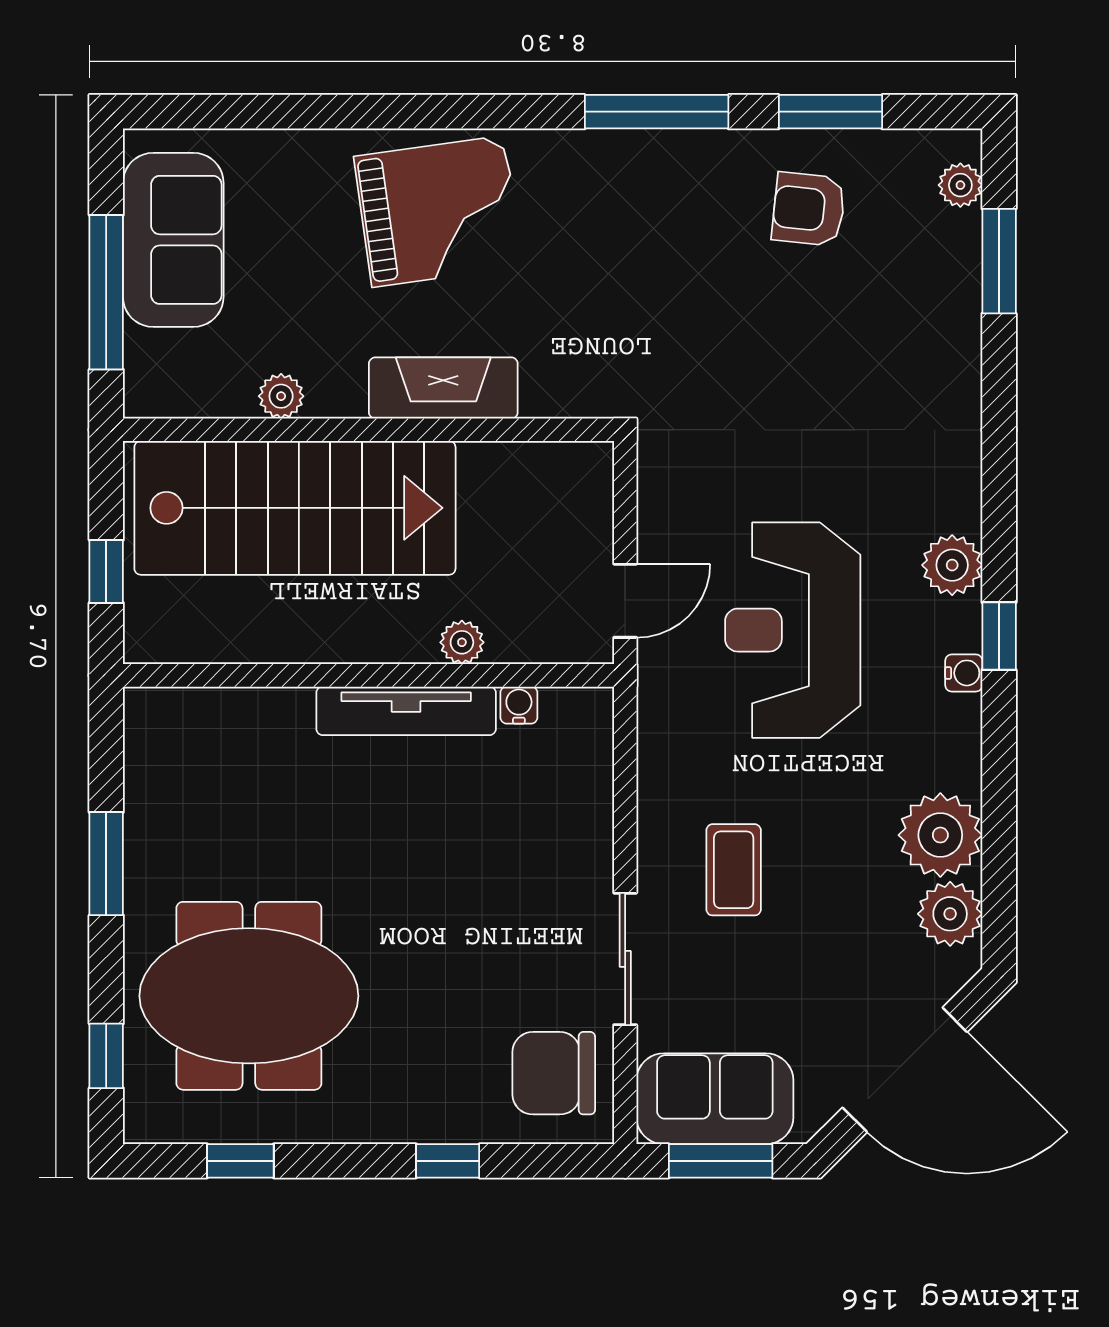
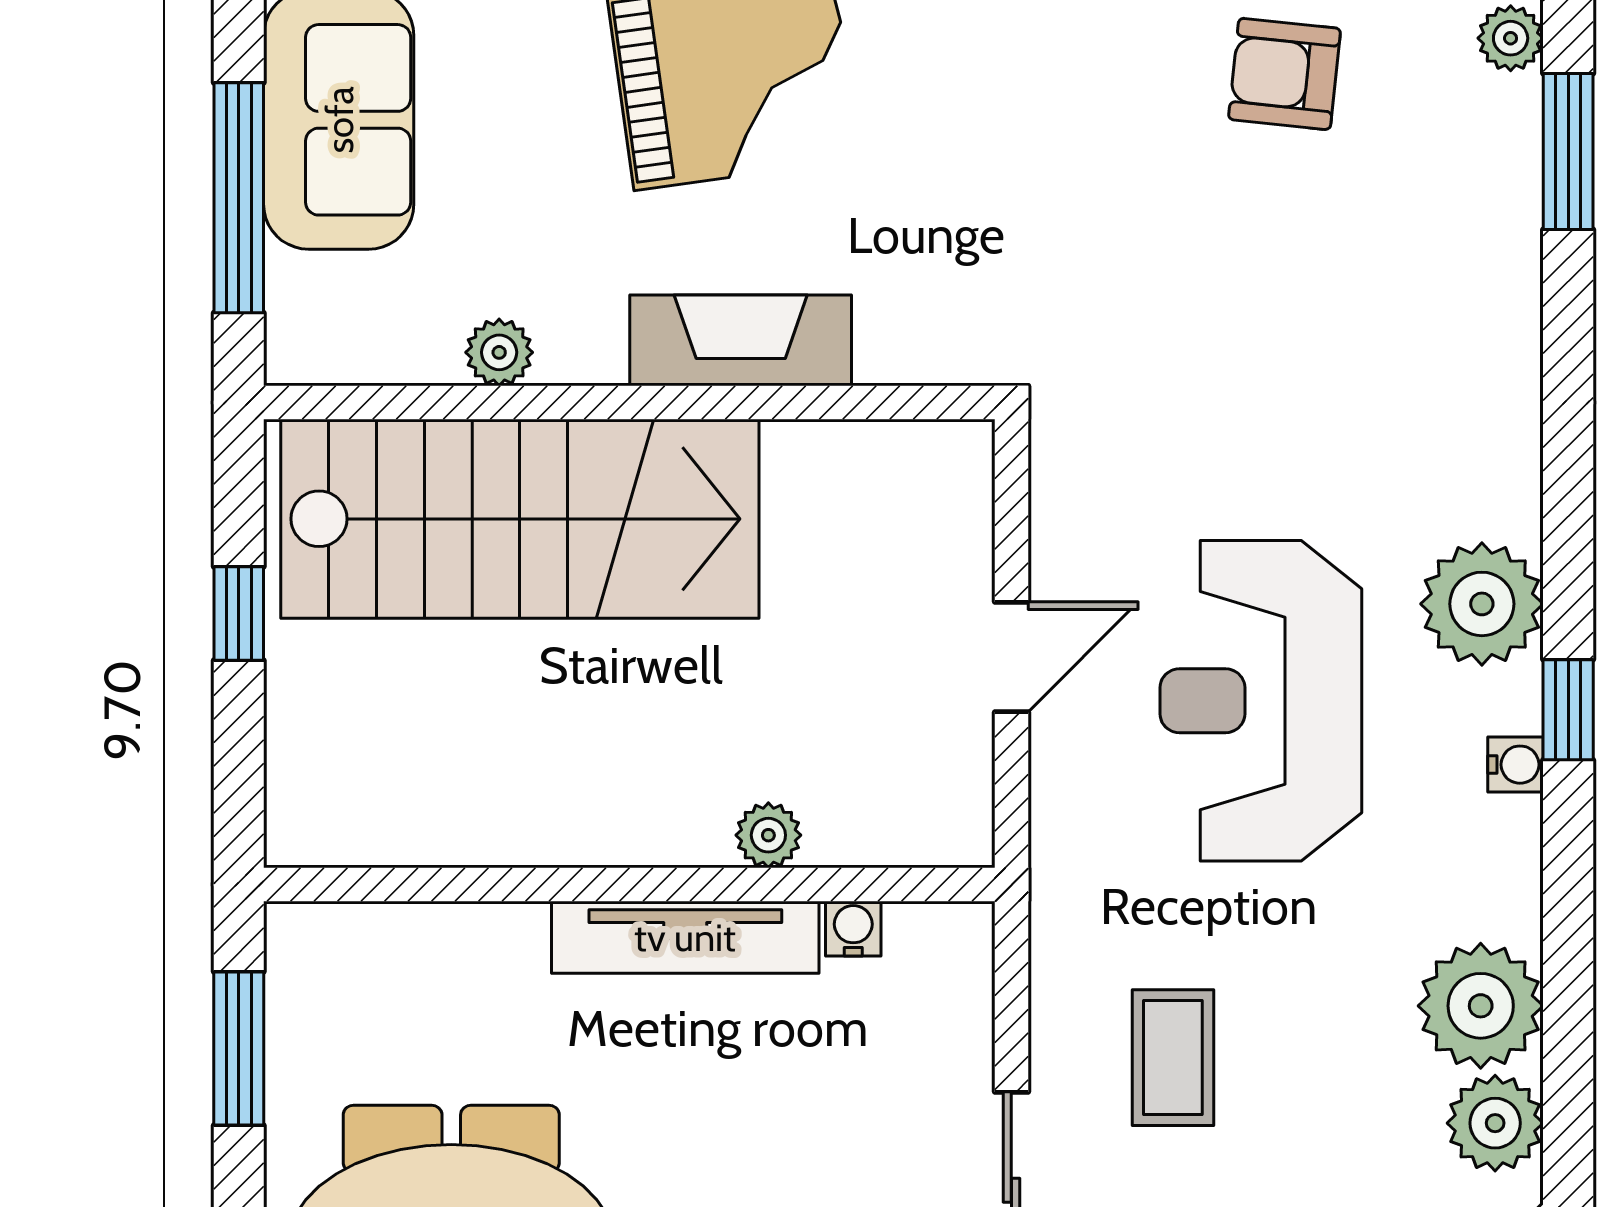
plant: (952, 565) -> (1482, 604), width x1.36, depth x1.36
plant: (462, 642) -> (768, 835), moved
wall: (368, 675) -> (629, 884), moved
water cooler: (519, 705) -> (853, 929), moved
tv unit: (406, 711) -> (685, 937), moved

